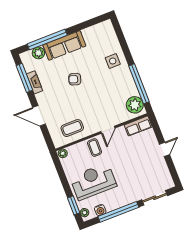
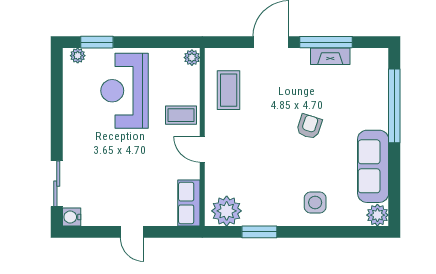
sofa: (64, 45) -> (373, 166), moved
plant: (38, 53) -> (377, 215), moved
window: (24, 78) -> (326, 42), moved
window: (139, 84) -> (259, 232), width x0.47
reception desk: (93, 181) -> (125, 91), turned 180
water cooler: (100, 210) -> (72, 217), moved
window: (118, 212) -> (57, 113), removed

